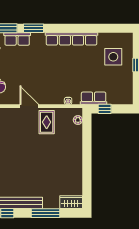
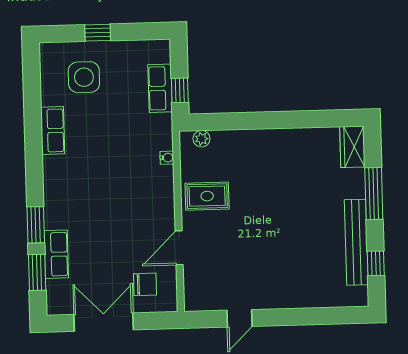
row of seats: (71, 39) -> (53, 131), width x0.50
row of seats: (94, 98) -> (160, 88), moved
door: (29, 106) -> (179, 248), moved

